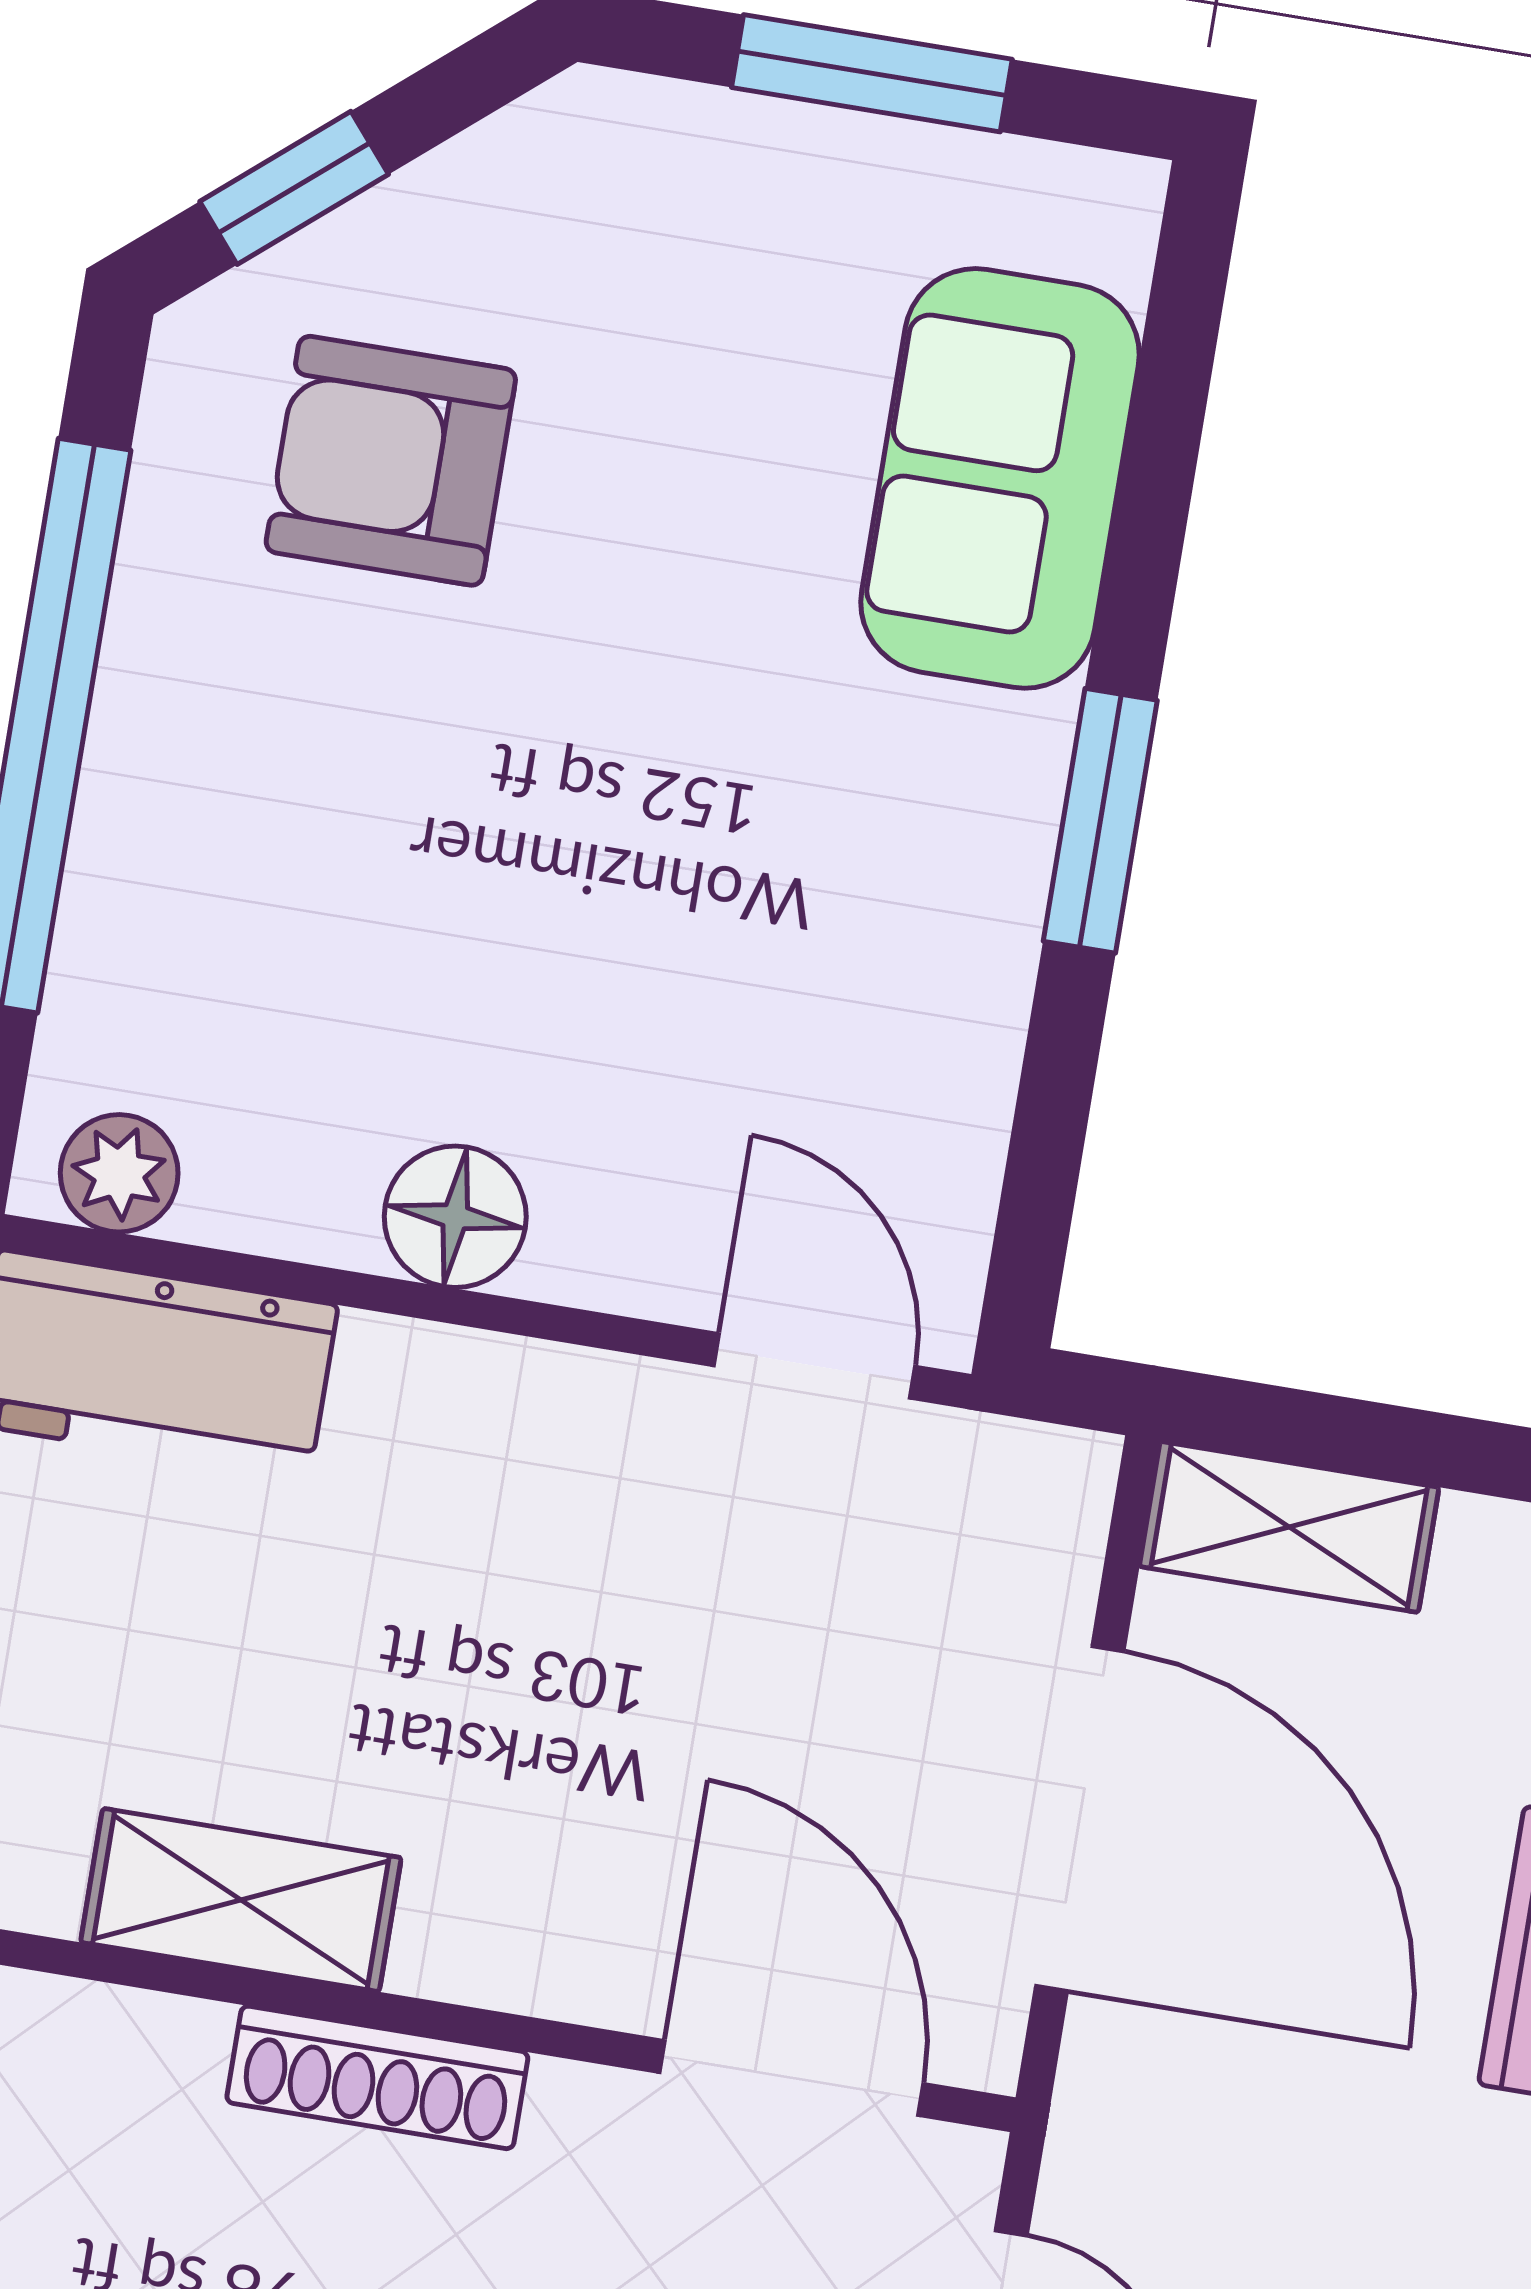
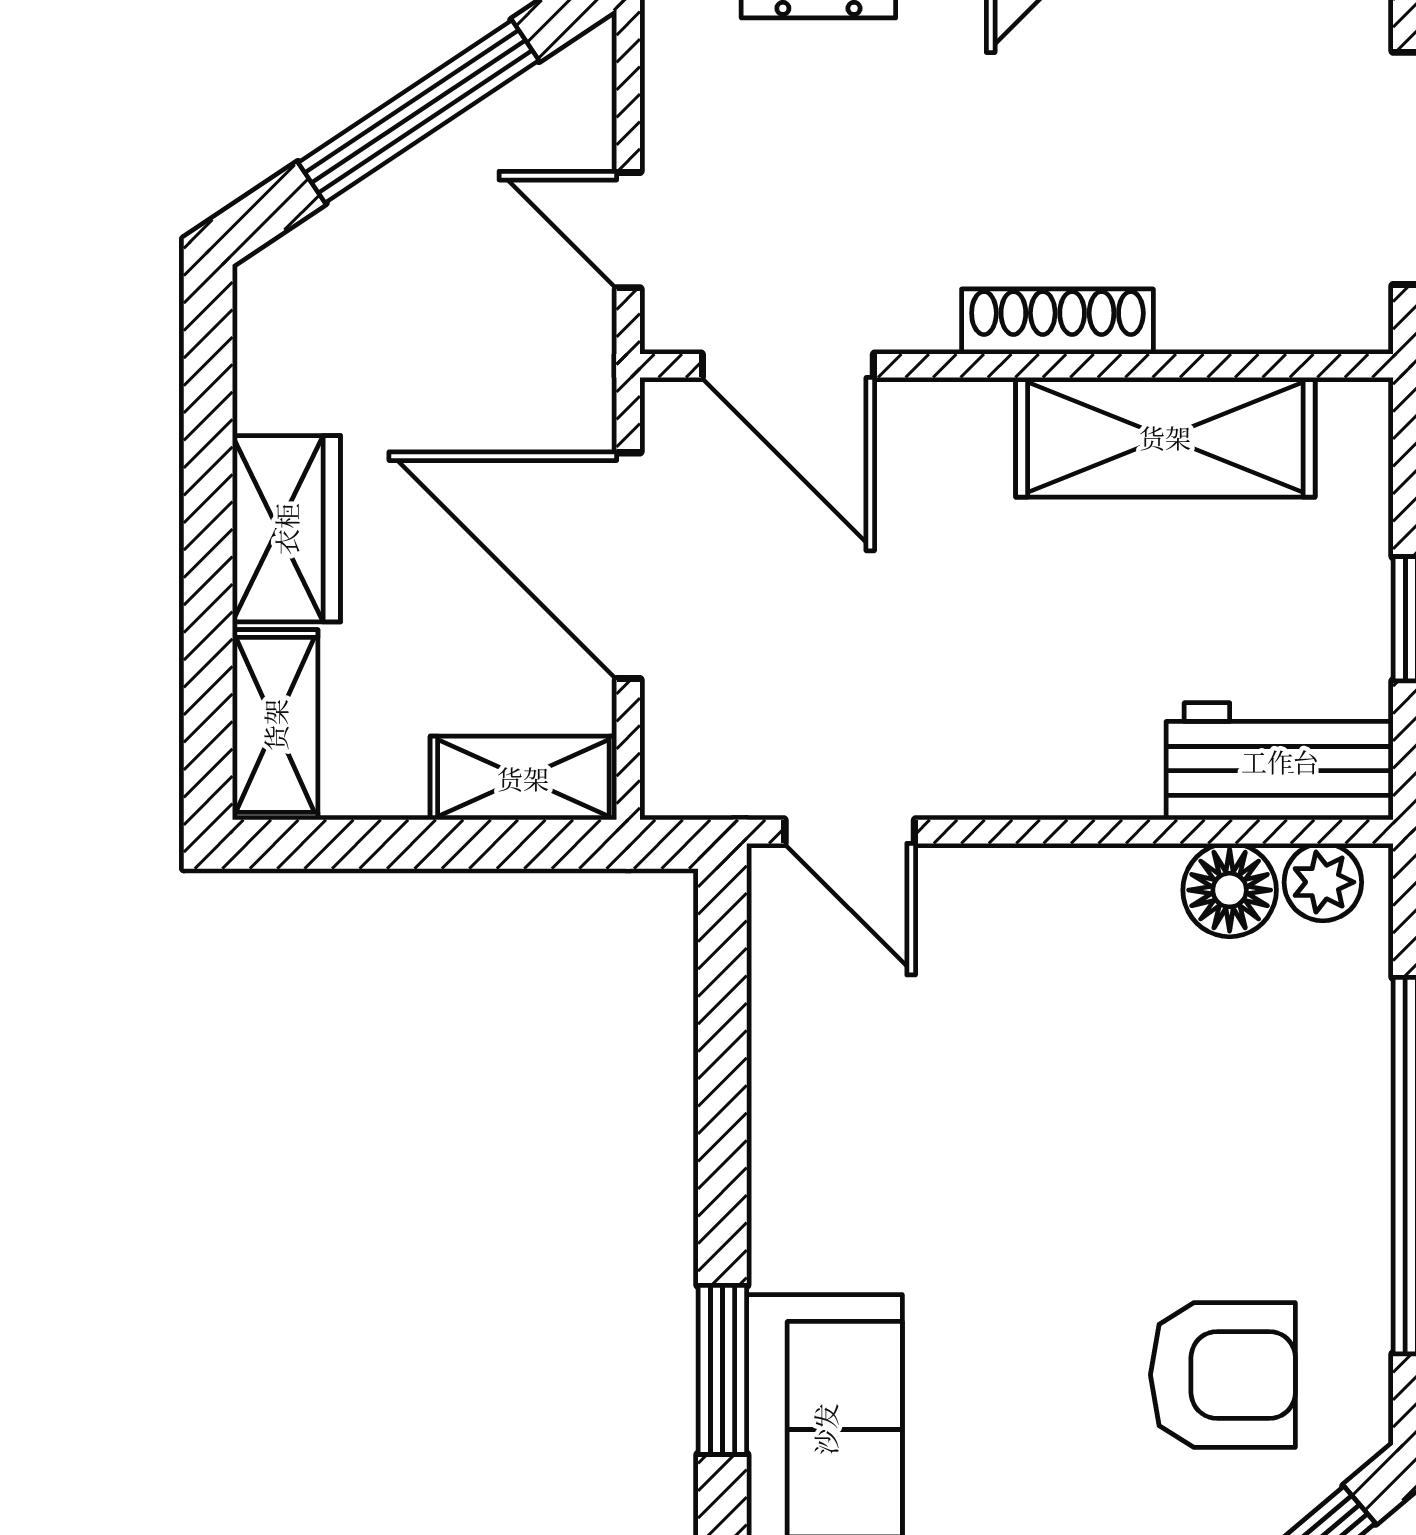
window: (1100, 821) -> (722, 1370), moved
floor lamp: (455, 1217) -> (1230, 890), moved
shelving: (241, 1900) -> (1165, 437), width x1.50, depth x1.33

